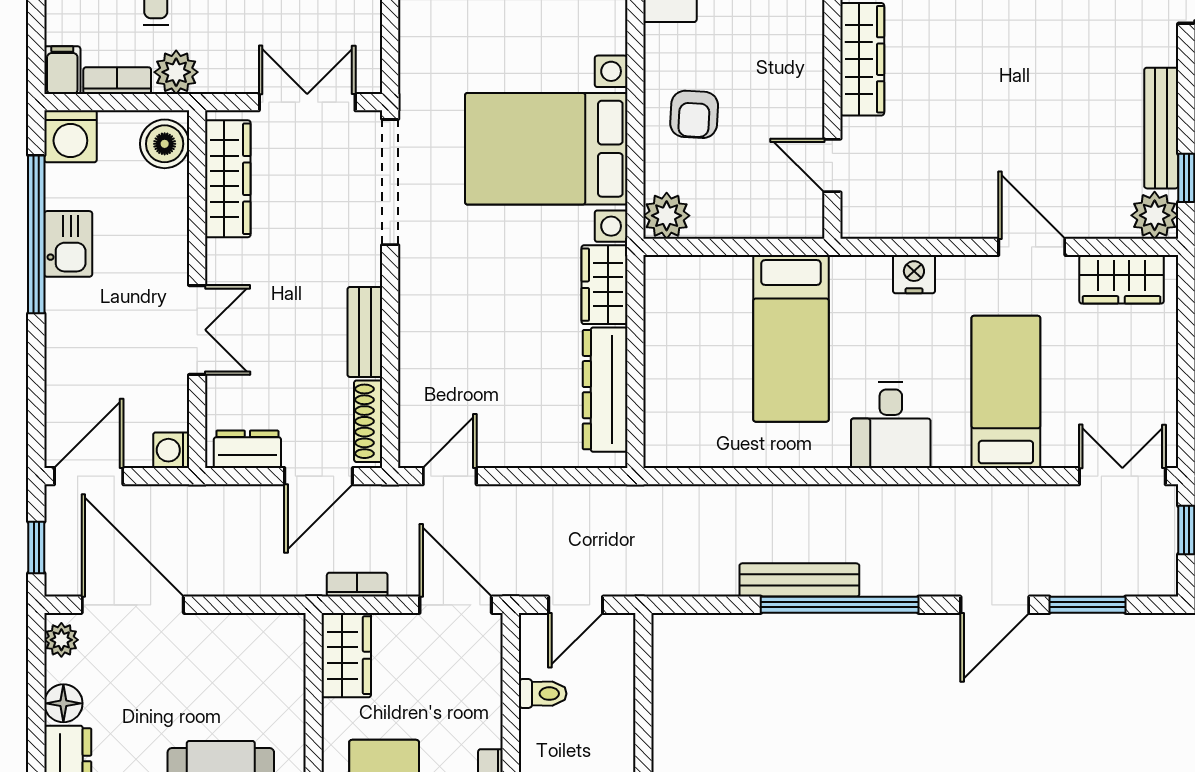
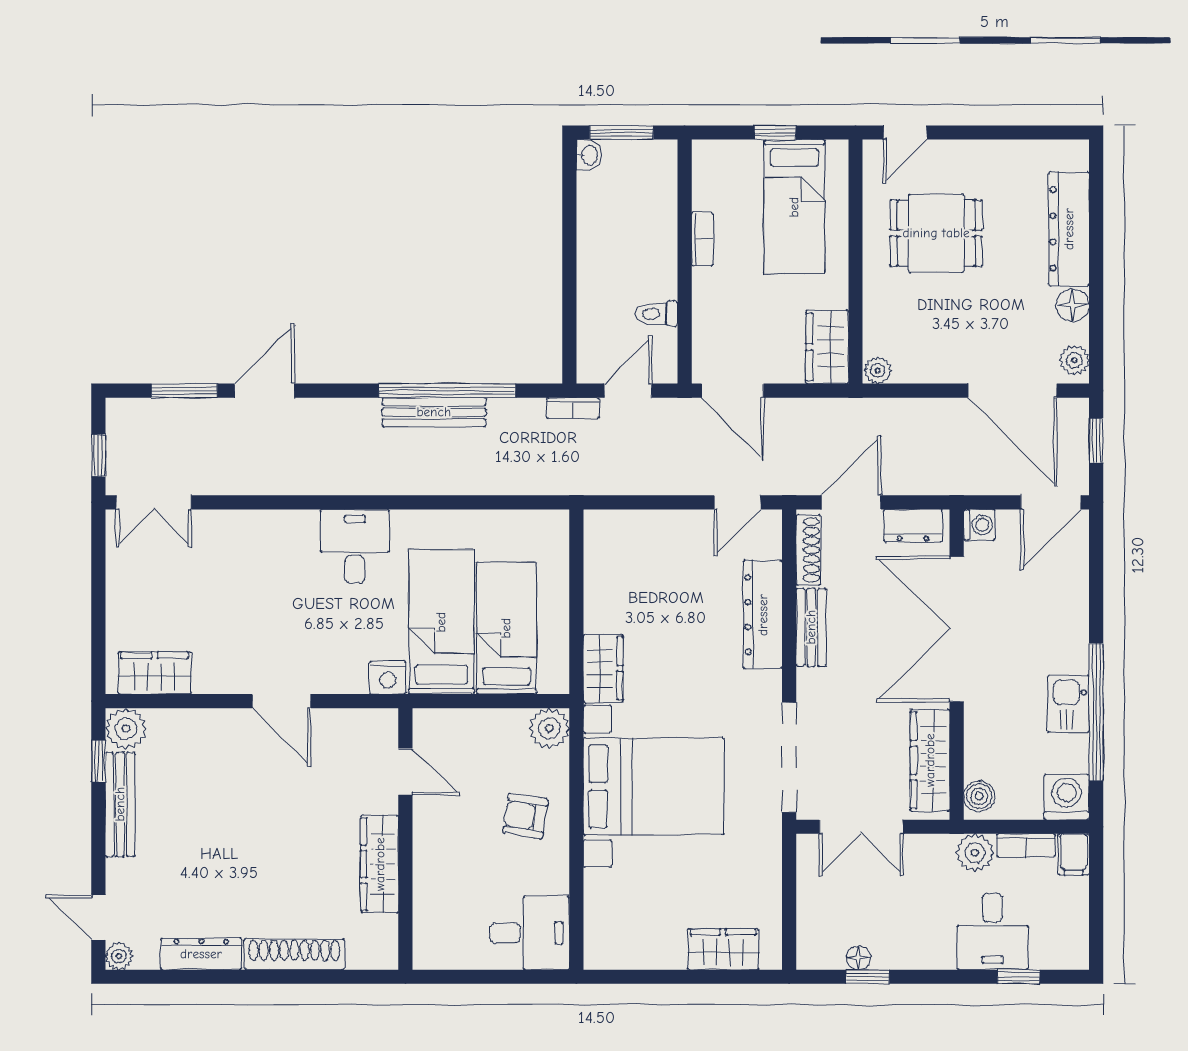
armchair: (694, 114) -> (525, 816), turned -84
boiler: (165, 144) -> (979, 796), width x0.73, depth x0.73
door: (1032, 247) -> (281, 701), moved
nightstand: (914, 274) -> (388, 677), moved
double door: (197, 330) -> (957, 629), width x1.87
dresser: (605, 390) -> (763, 615), moved, turned 180
bed: (1006, 392) -> (506, 628), moved, turned 180
bookcase: (357, 585) -> (573, 408), moved
window: (840, 605) -> (447, 391), moved
plant: (288, 628) -> (878, 370), added

